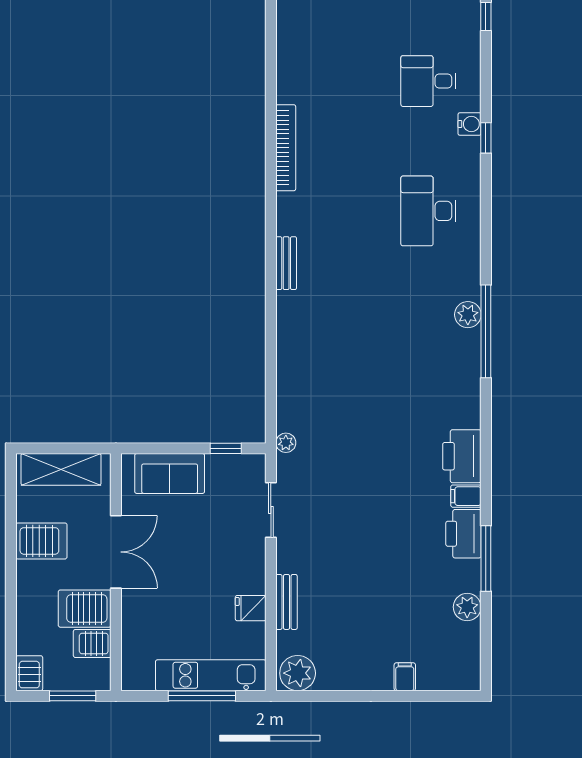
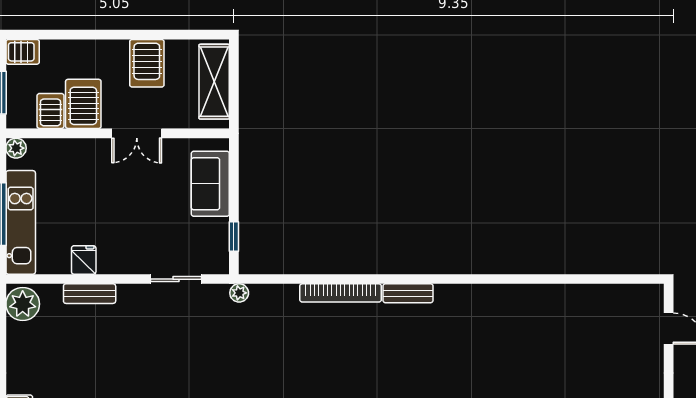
bookcase: (286, 148) -> (341, 293), moved
double door: (116, 552) -> (137, 133), width x0.73
plant: (132, 680) -> (16, 148), added

